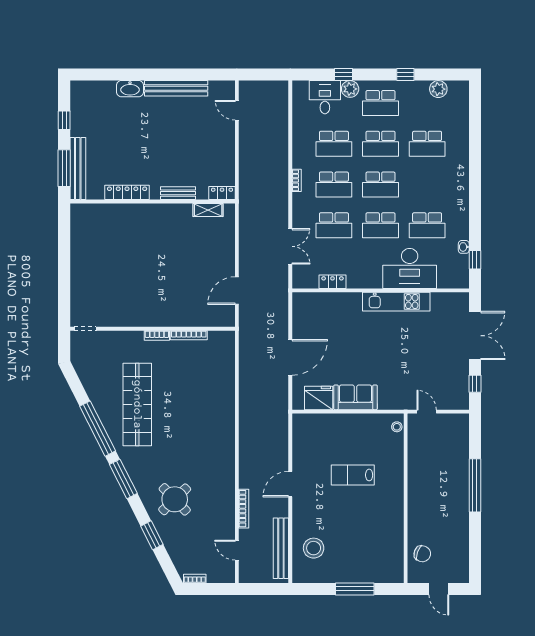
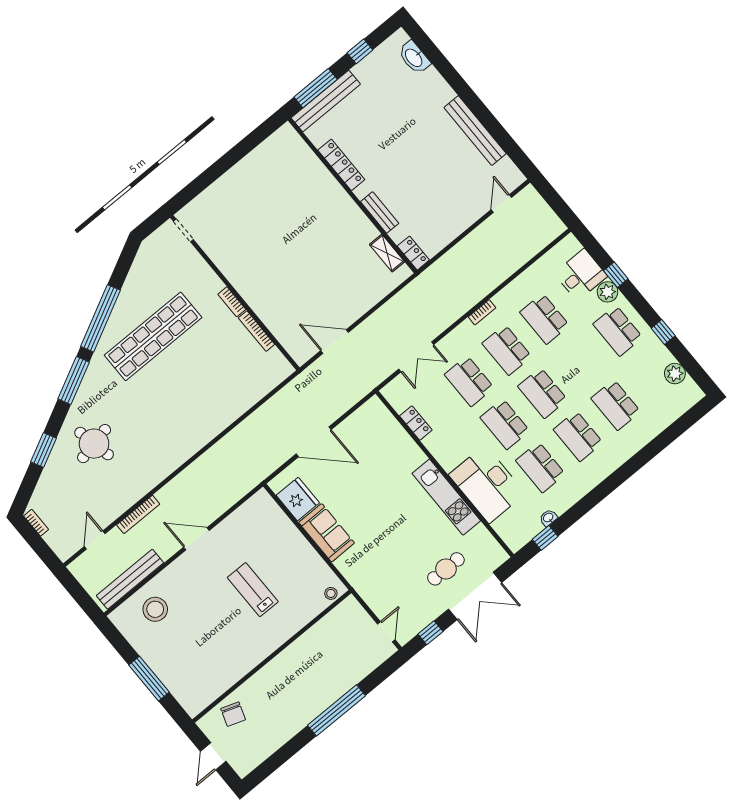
washbasin: (130, 89) -> (414, 57), moved
school desk: (381, 144) -> (578, 436), moved
cafe table: (442, 340) -> (446, 569), added
door: (427, 412) -> (386, 632), moved
round table: (175, 499) -> (94, 444), turned 32

